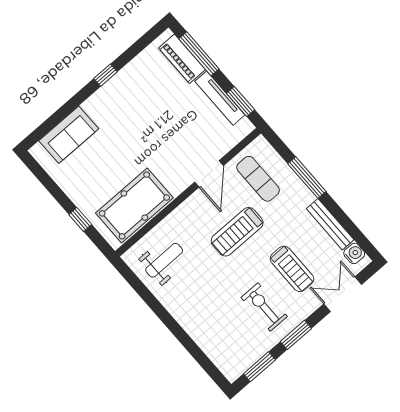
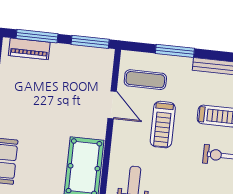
tv unit: (220, 98) -> (75, 52), removed
window: (241, 102) -> (90, 42), width x1.44

